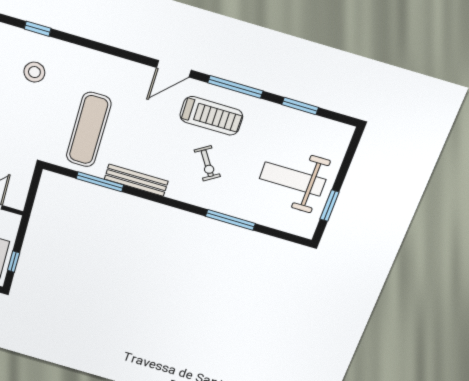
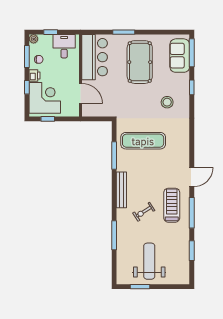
window: (38, 29) -> (192, 87), moved
door: (174, 69) -> (192, 177), swing flipped
treadmill: (211, 116) -> (172, 205), turned 180
bench: (136, 180) -> (121, 190), moved

